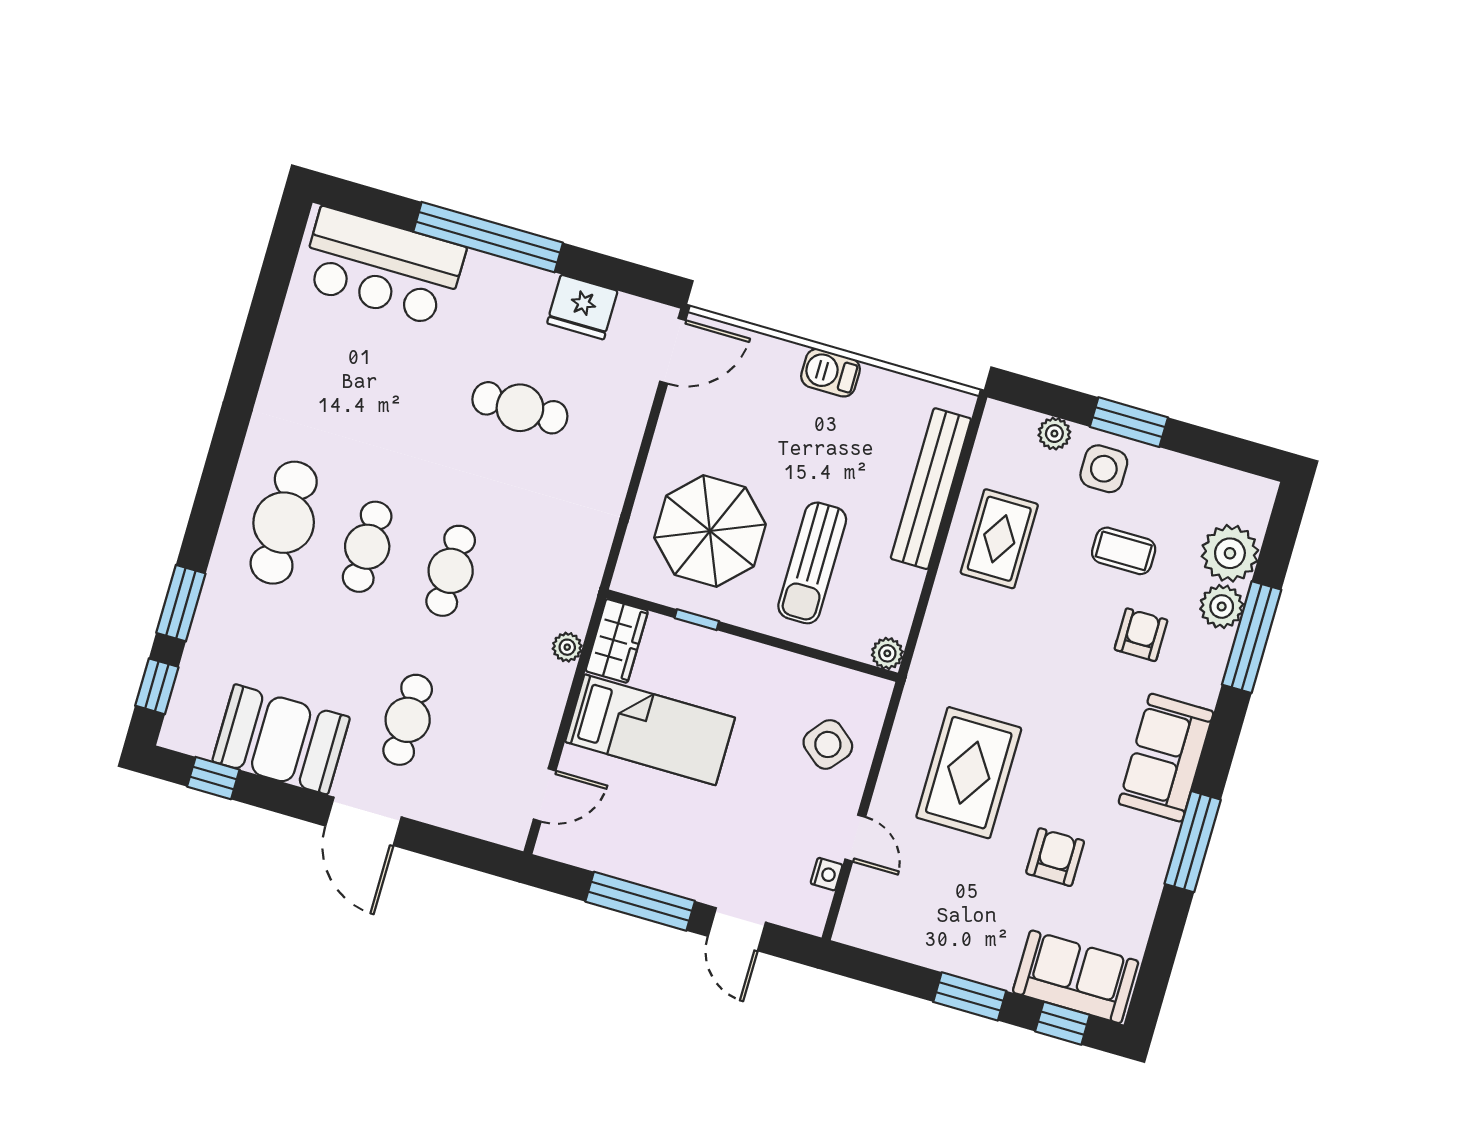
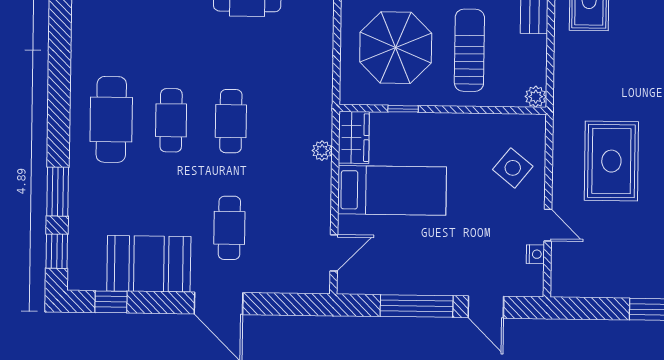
sun lounger: (812, 563) -> (469, 50), turned 180

